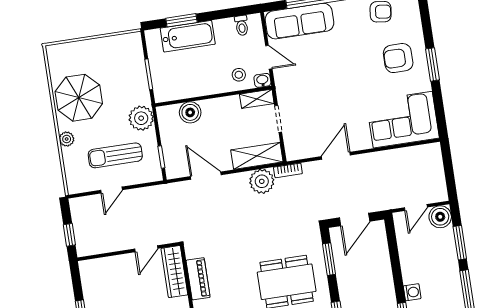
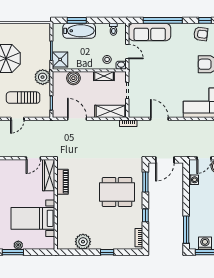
shower: (165, 86) -> (60, 59), added
shelving: (257, 99) -> (104, 76), moved
door: (336, 156) -> (159, 119), hinge flipped
plant: (262, 181) -> (111, 128), removed
washing machine: (412, 292) -> (194, 180), moved

